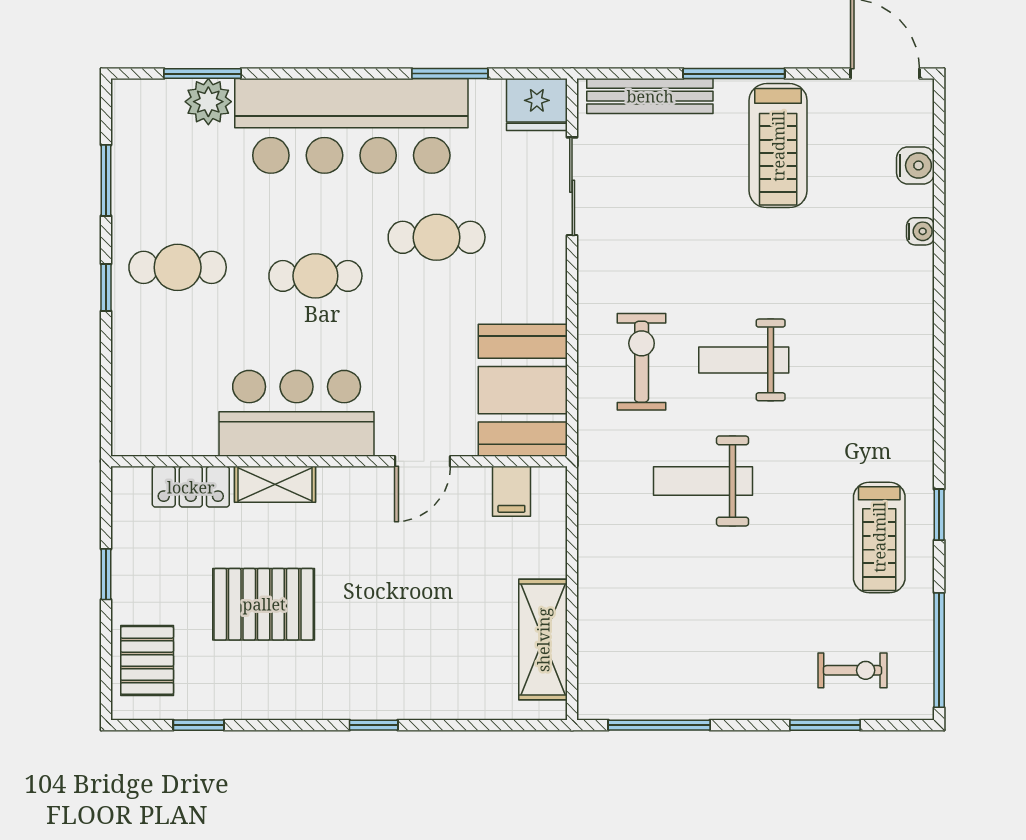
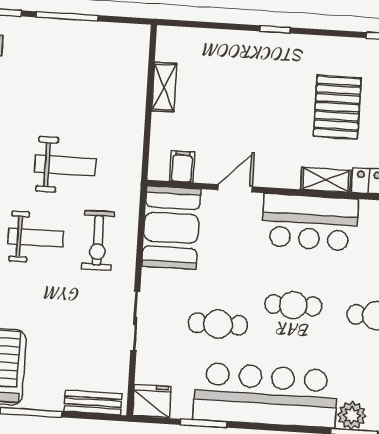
bench: (650, 96) -> (93, 402), width x0.73
sliding door: (572, 186) -> (135, 321), moved
pallet: (264, 604) -> (337, 107), turned 90
shelving: (543, 640) -> (164, 87), width x0.67, depth x0.75
window: (659, 725) -> (67, 16), moved

